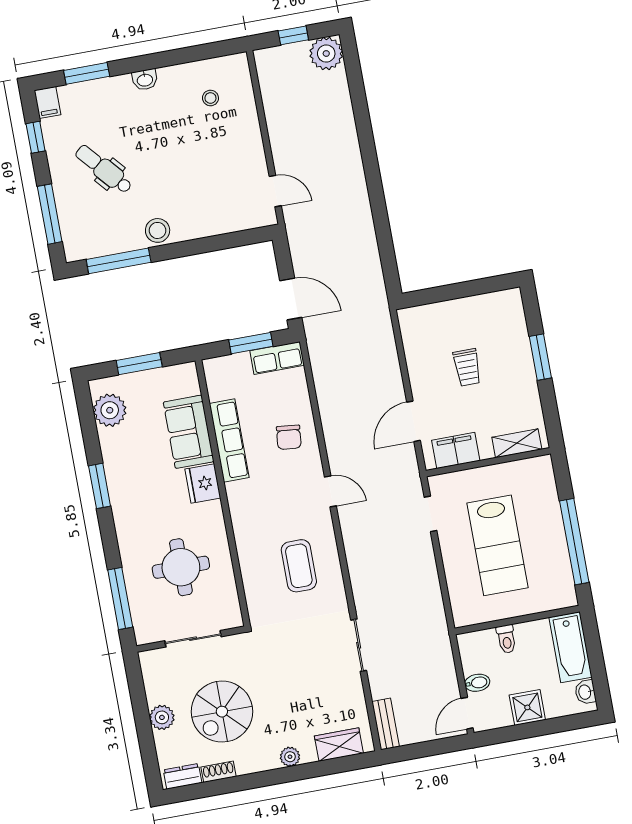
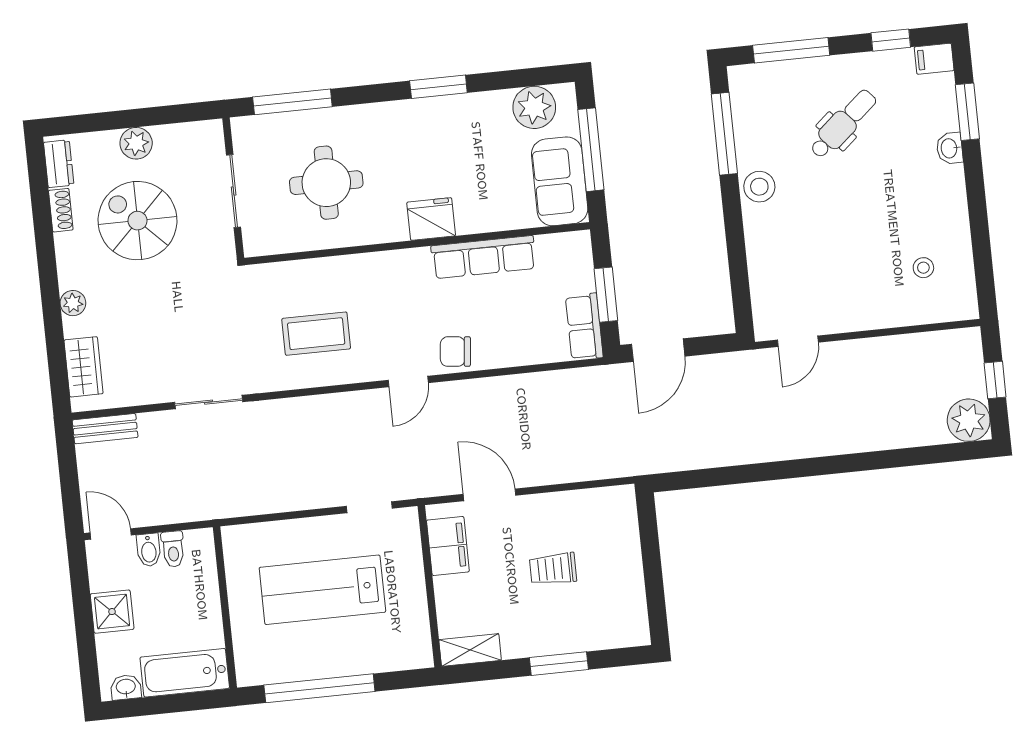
washbasin: (145, 80) -> (950, 148), moved
window: (139, 364) -> (591, 150), width x1.44
sofa: (189, 432) -> (560, 181), moved, turned -90
chair: (289, 437) -> (455, 352), moved
shelving: (517, 443) -> (470, 650), moved, turned 90
toilet: (506, 639) -> (173, 549), moved, turned -90

